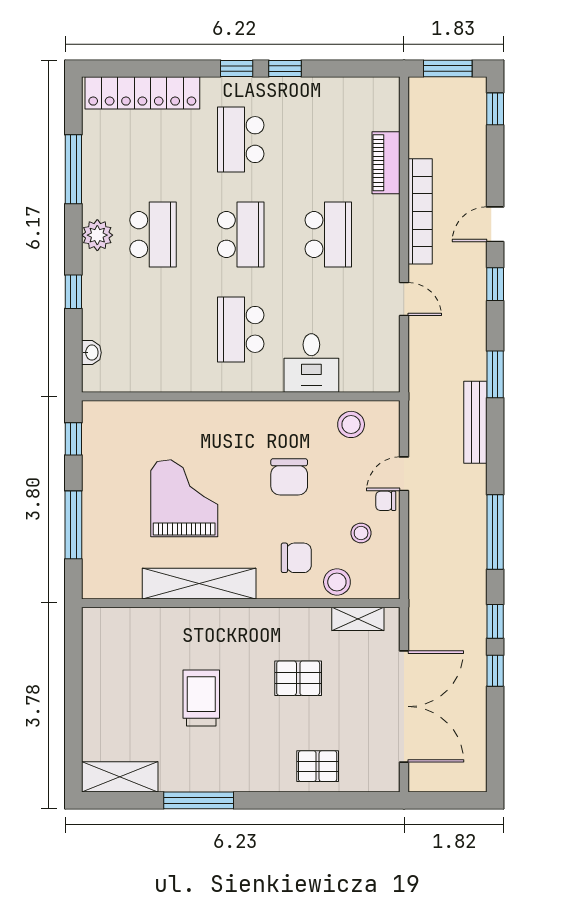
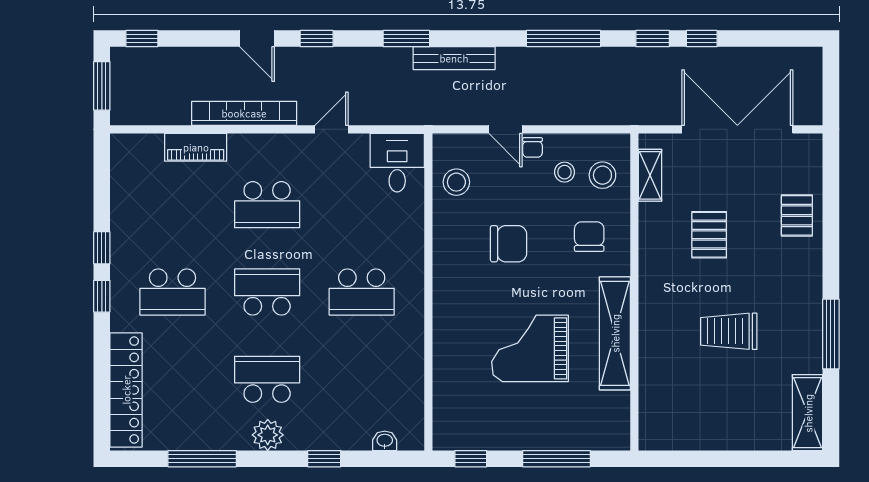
school desk: (328, 234) -> (267, 205), turned 180
desk: (311, 363) -> (397, 163), moved, turned -90
stool: (337, 582) -> (602, 175), moved

